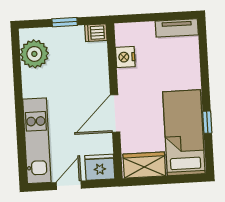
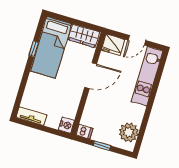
nightstand: (125, 57) -> (66, 125), moved

